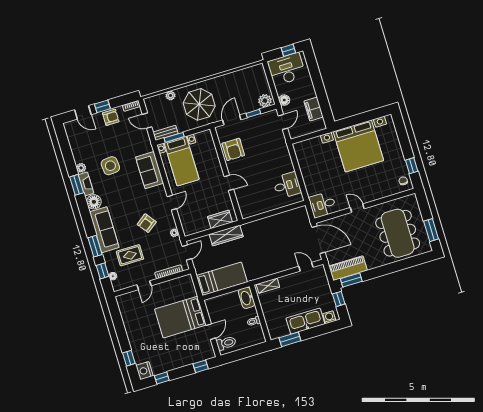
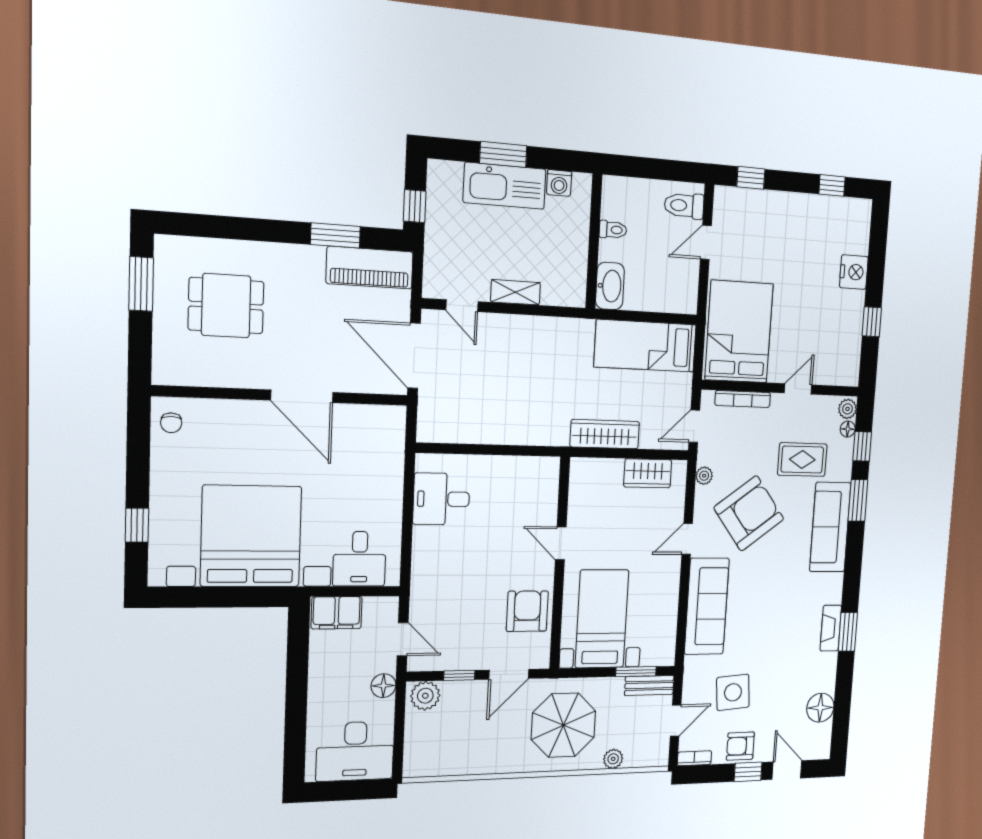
window: (288, 50) -> (337, 791), removed
filing cabinet: (314, 109) -> (337, 613), moved, turned 90
door: (147, 121) -> (676, 721), hinge flipped
door: (283, 122) -> (403, 639), swing flipped
bed with nightstands: (182, 161) -> (602, 619), moved
side table: (110, 166) -> (733, 692), moved
window: (412, 166) -> (137, 525), moved
plant: (81, 168) -> (848, 409), moved
sofa: (150, 170) -> (707, 606), width x1.36
floor lamp: (94, 202) -> (820, 708), moved
desk: (323, 205) -> (359, 559), moved, turned 90
door: (357, 208) -> (302, 396), width x1.88
wardrobe: (220, 219) -> (648, 473), moved
armchair: (147, 223) -> (749, 513), width x1.88, depth x1.88
dining table: (398, 233) -> (226, 306), width x0.53, depth x0.80
window: (351, 280) -> (335, 235), moved
shelving: (268, 286) -> (515, 292), moved
bed: (180, 317) -> (739, 332), moved, turned -90
washing machine: (329, 317) -> (559, 183), moved
window: (290, 339) -> (503, 154), moved
window: (129, 358) -> (872, 322), moved
nightstand: (144, 371) -> (854, 272), moved

